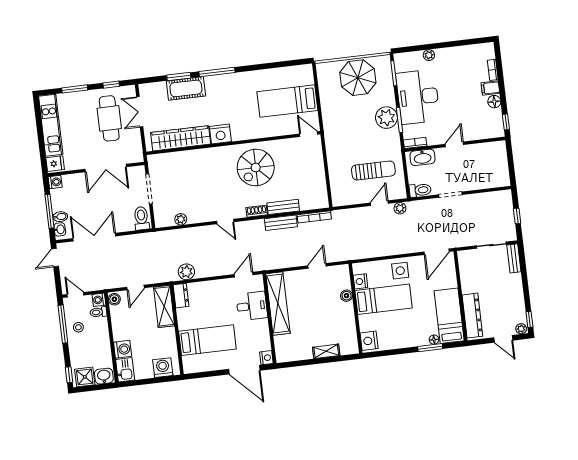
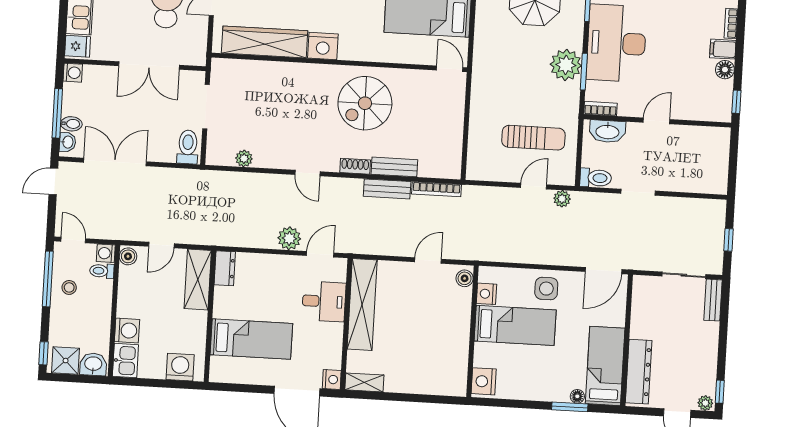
plant: (186, 272) -> (289, 238), moved
boiler: (346, 296) -> (465, 278), moved
shelving: (326, 351) -> (364, 382), moved

